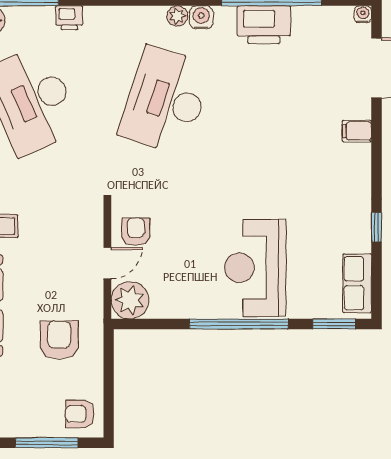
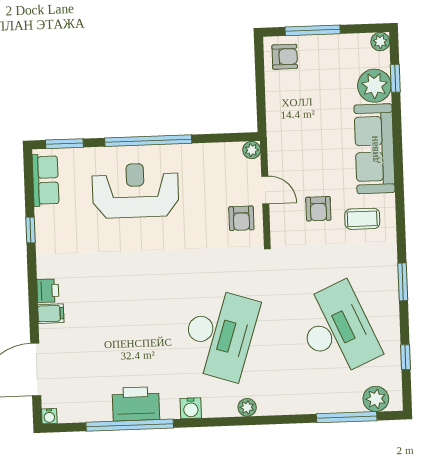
plant: (177, 16) -> (247, 407), moved
printer: (69, 18) -> (48, 291), moved, turned 90
door: (107, 263) -> (265, 190), swing flipped
reception desk: (255, 268) -> (135, 190), turned -90
plant: (130, 300) -> (252, 150), width x0.53, depth x0.53
armchair: (59, 340) -> (318, 209), moved, width x0.72, depth x0.72

